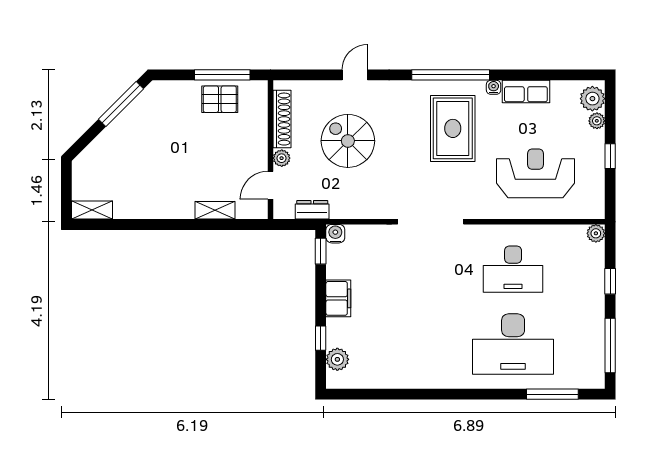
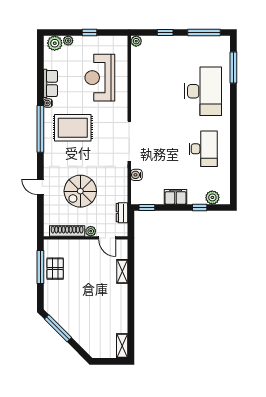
water cooler: (335, 234) -> (136, 175), moved
desk: (513, 269) -> (203, 149), moved

